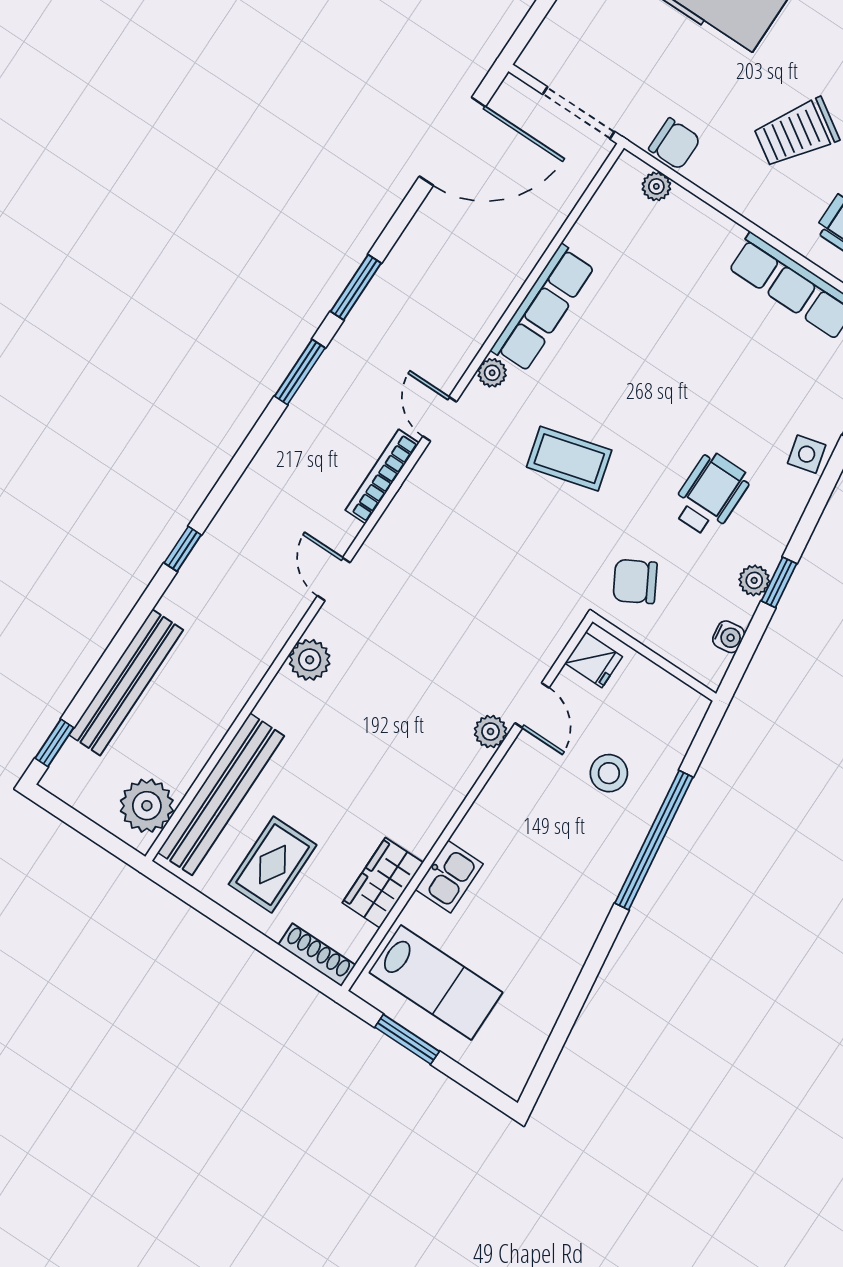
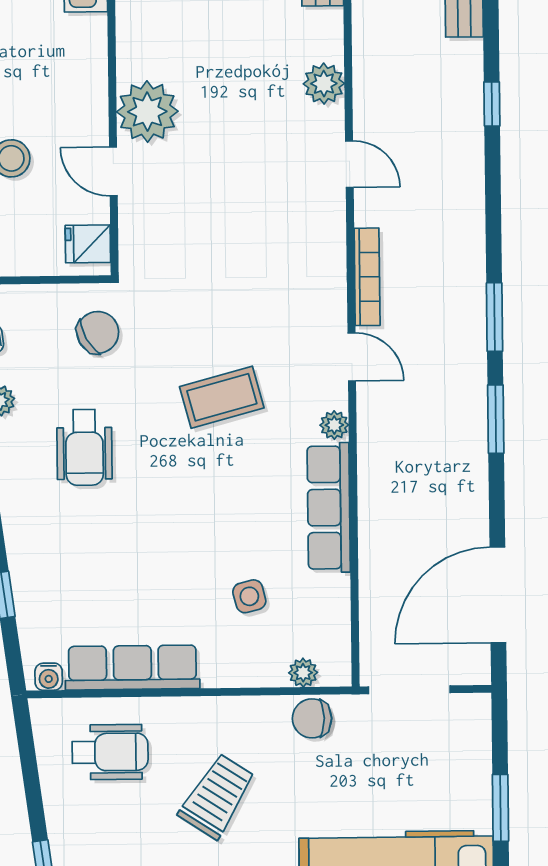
side table: (807, 454) -> (249, 596), moved
plant: (490, 732) -> (147, 112), width x1.87, depth x1.87

